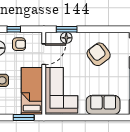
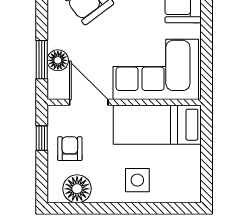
window: (14, 29) -> (42, 138), moved
window: (24, 117) -> (207, 140), removed

